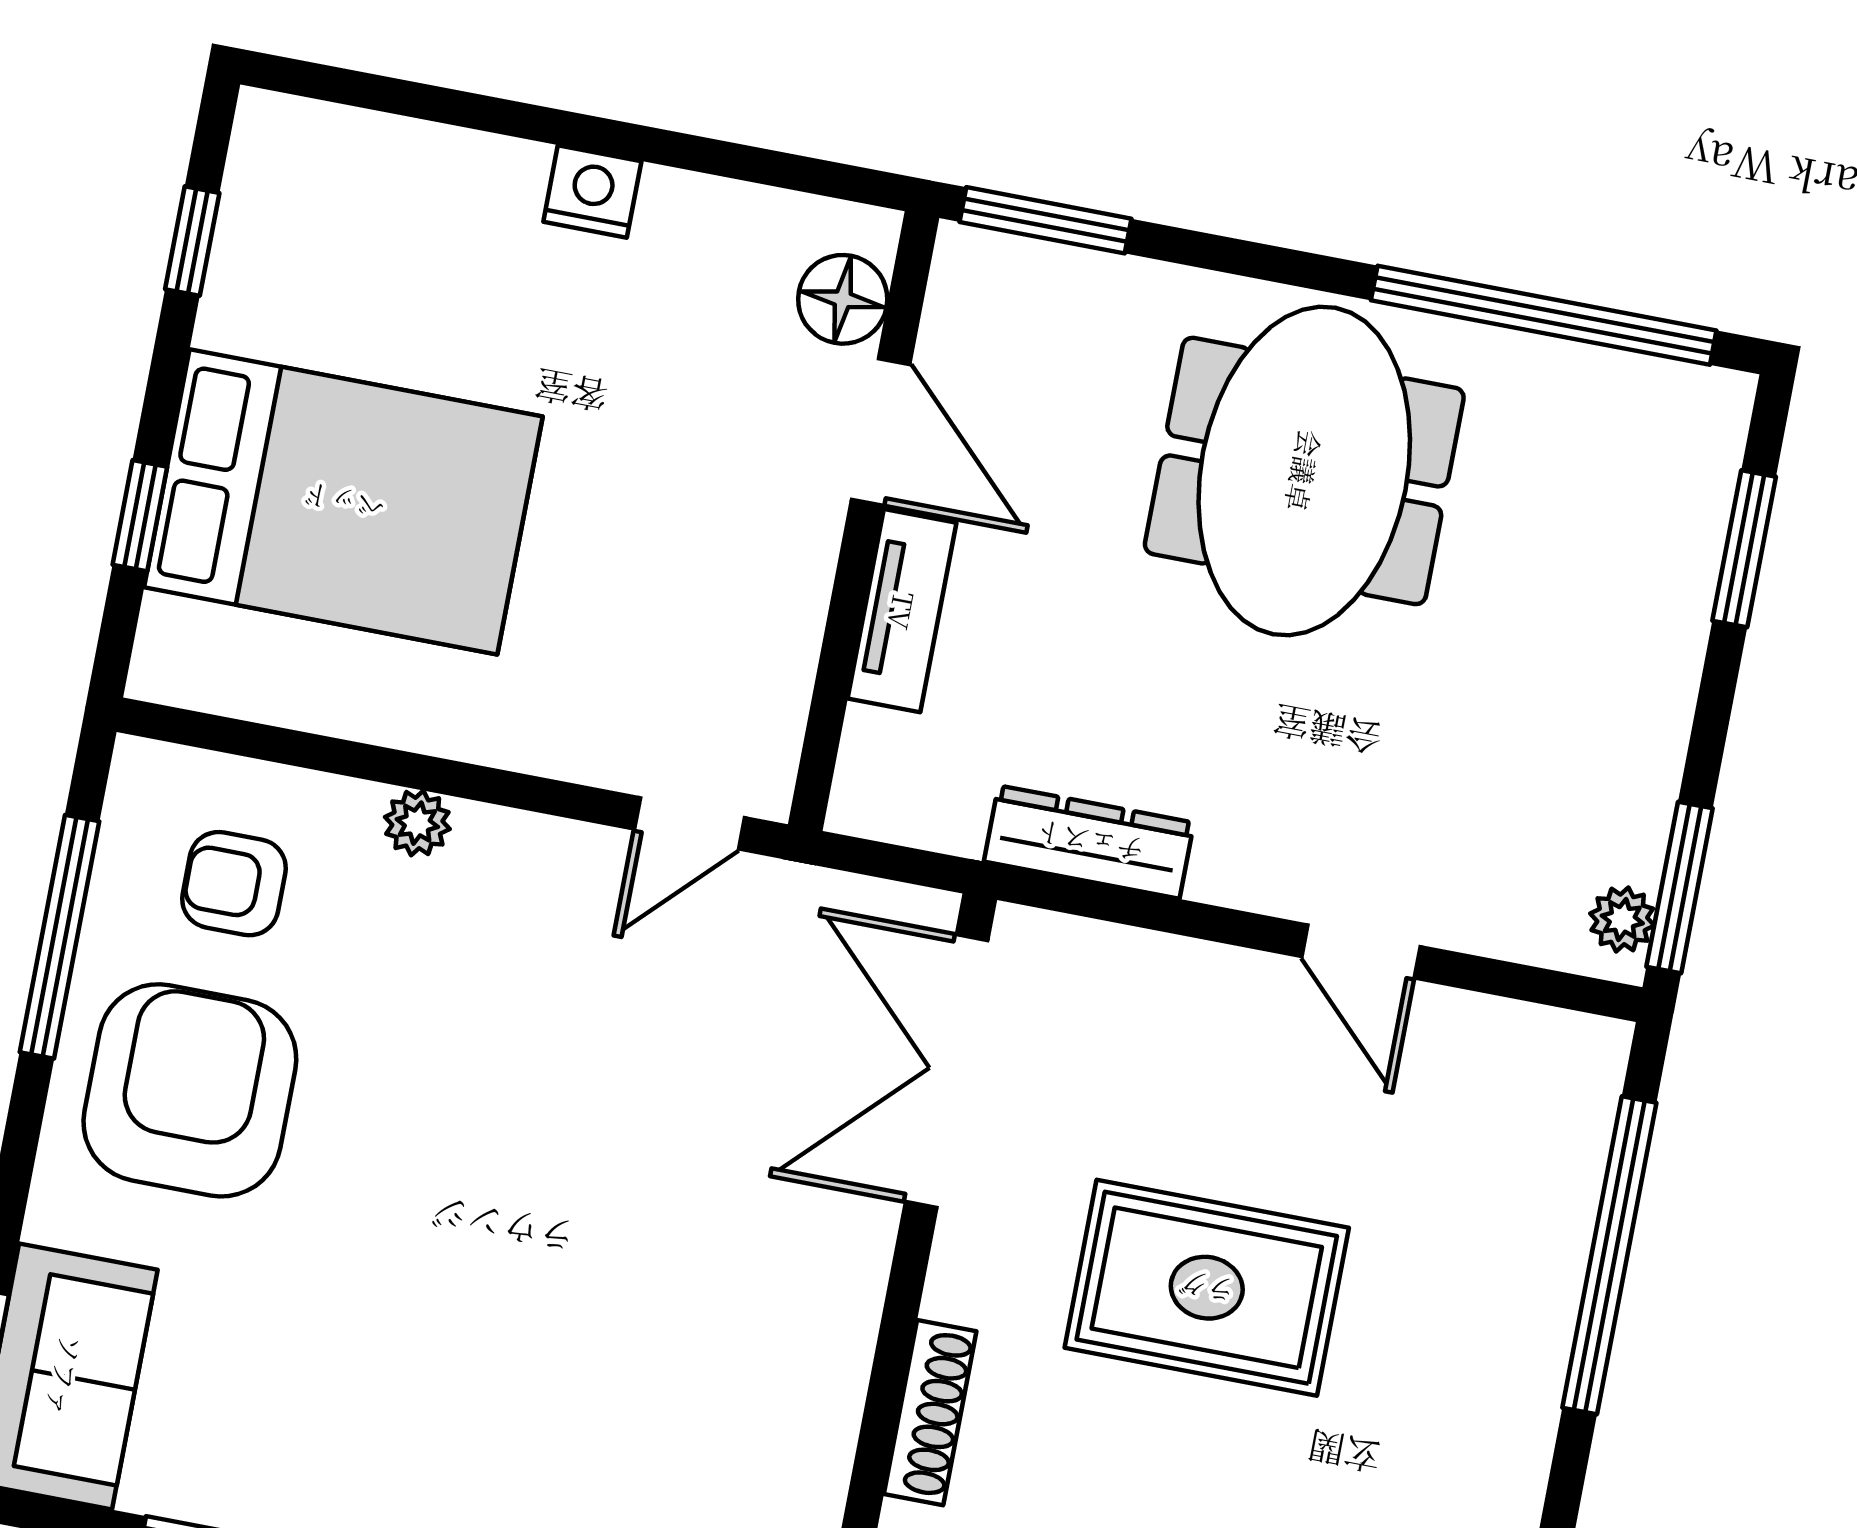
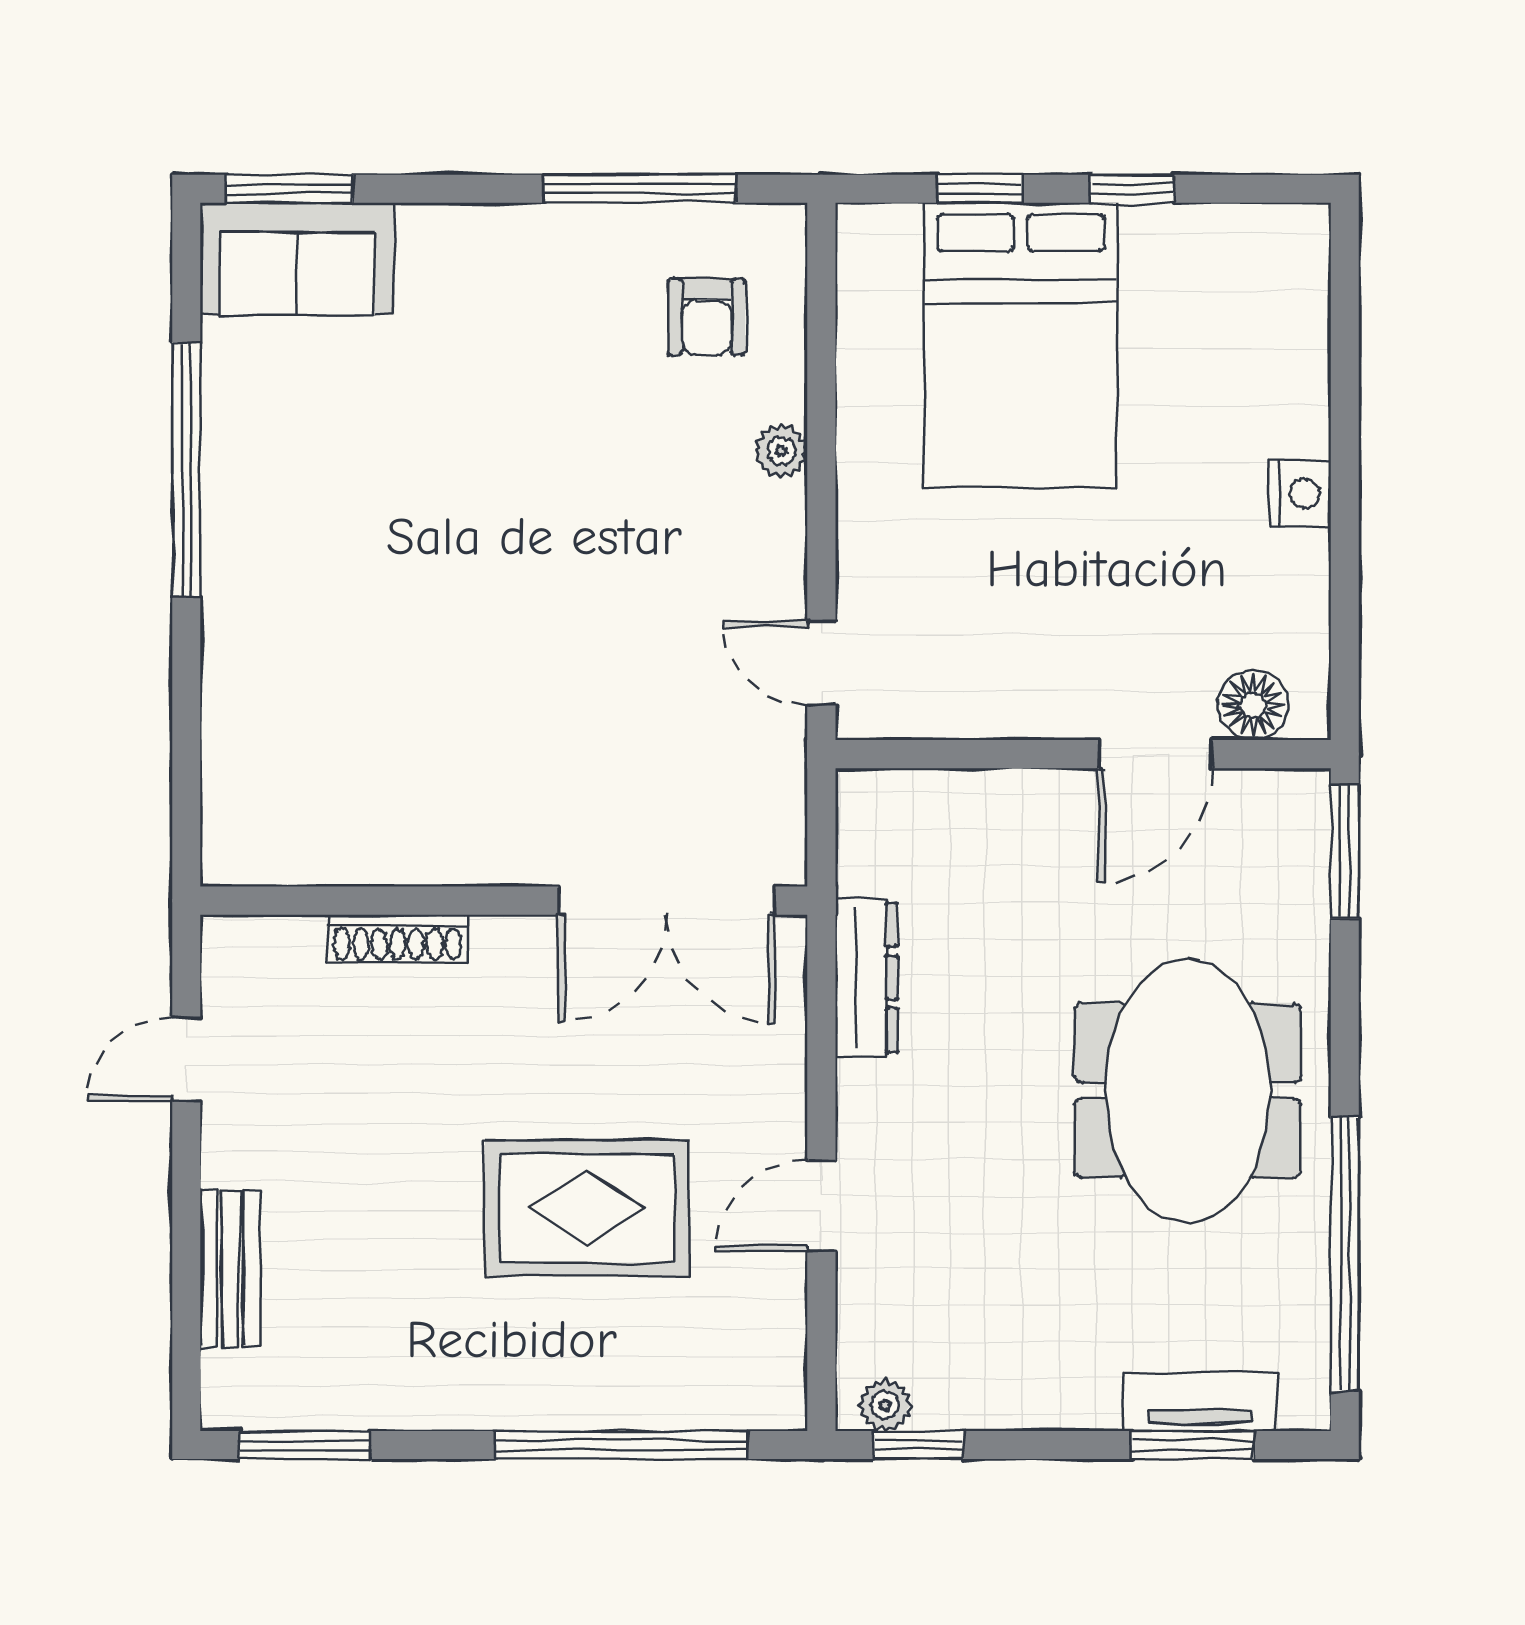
window: (192, 241) -> (1132, 189), moved
meeting table: (1304, 471) -> (1188, 1090), turned 90
tv unit: (902, 611) -> (1200, 1402), moved, turned 180
armchair: (234, 884) -> (707, 317), turned 180
window: (1680, 888) -> (919, 1445), width x0.67
double door: (947, 1071) -> (666, 901), swing flipped
armchair: (190, 1090) -> (539, 313), removed
rug: (1207, 1288) -> (587, 1208), moved, turned 90

